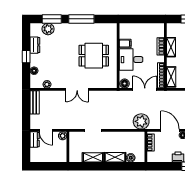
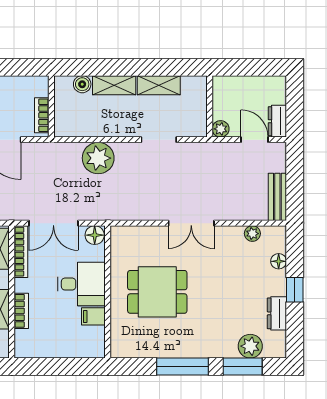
double door: (77, 89) -> (191, 223), swing flipped
plant: (141, 121) -> (98, 158), moved

